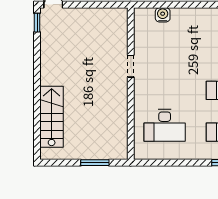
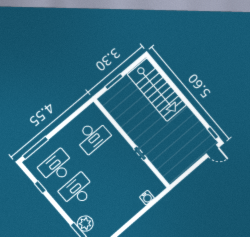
stairs: (52, 117) -> (157, 90), width x1.36, depth x1.51
desk: (165, 125) -> (92, 136), turned 180

